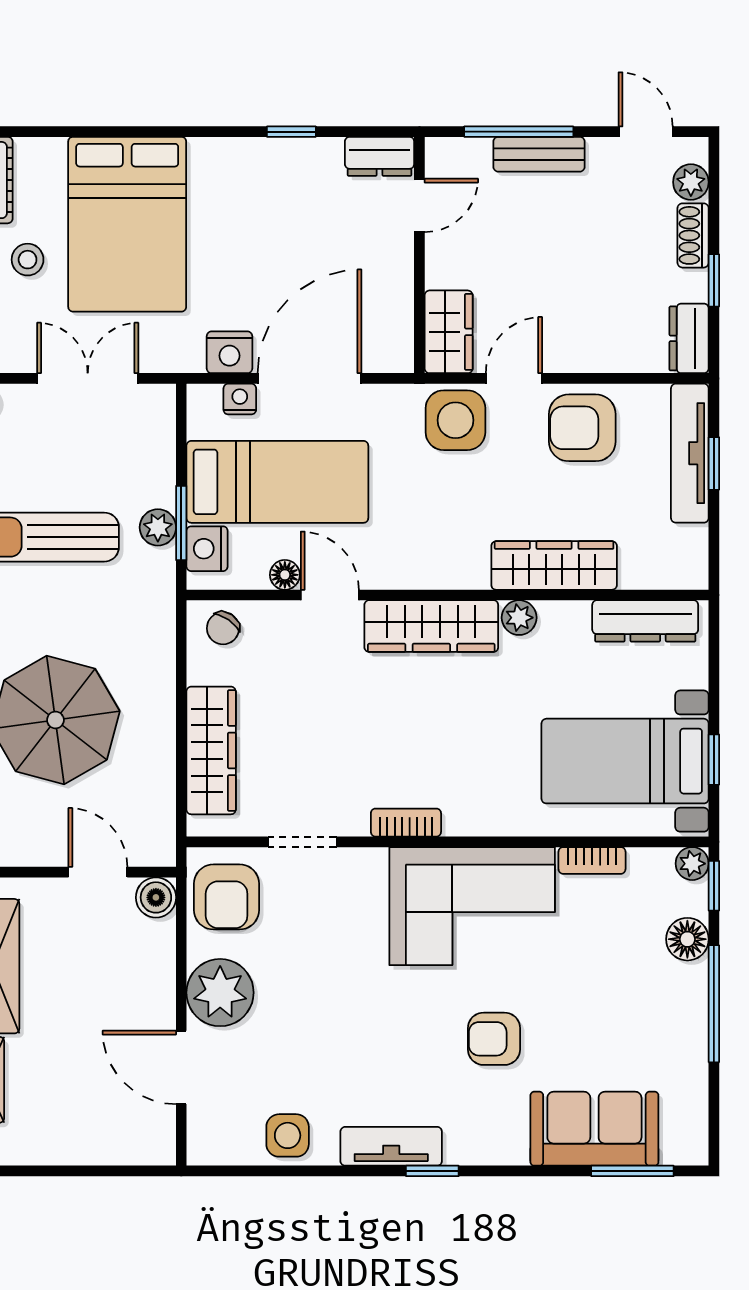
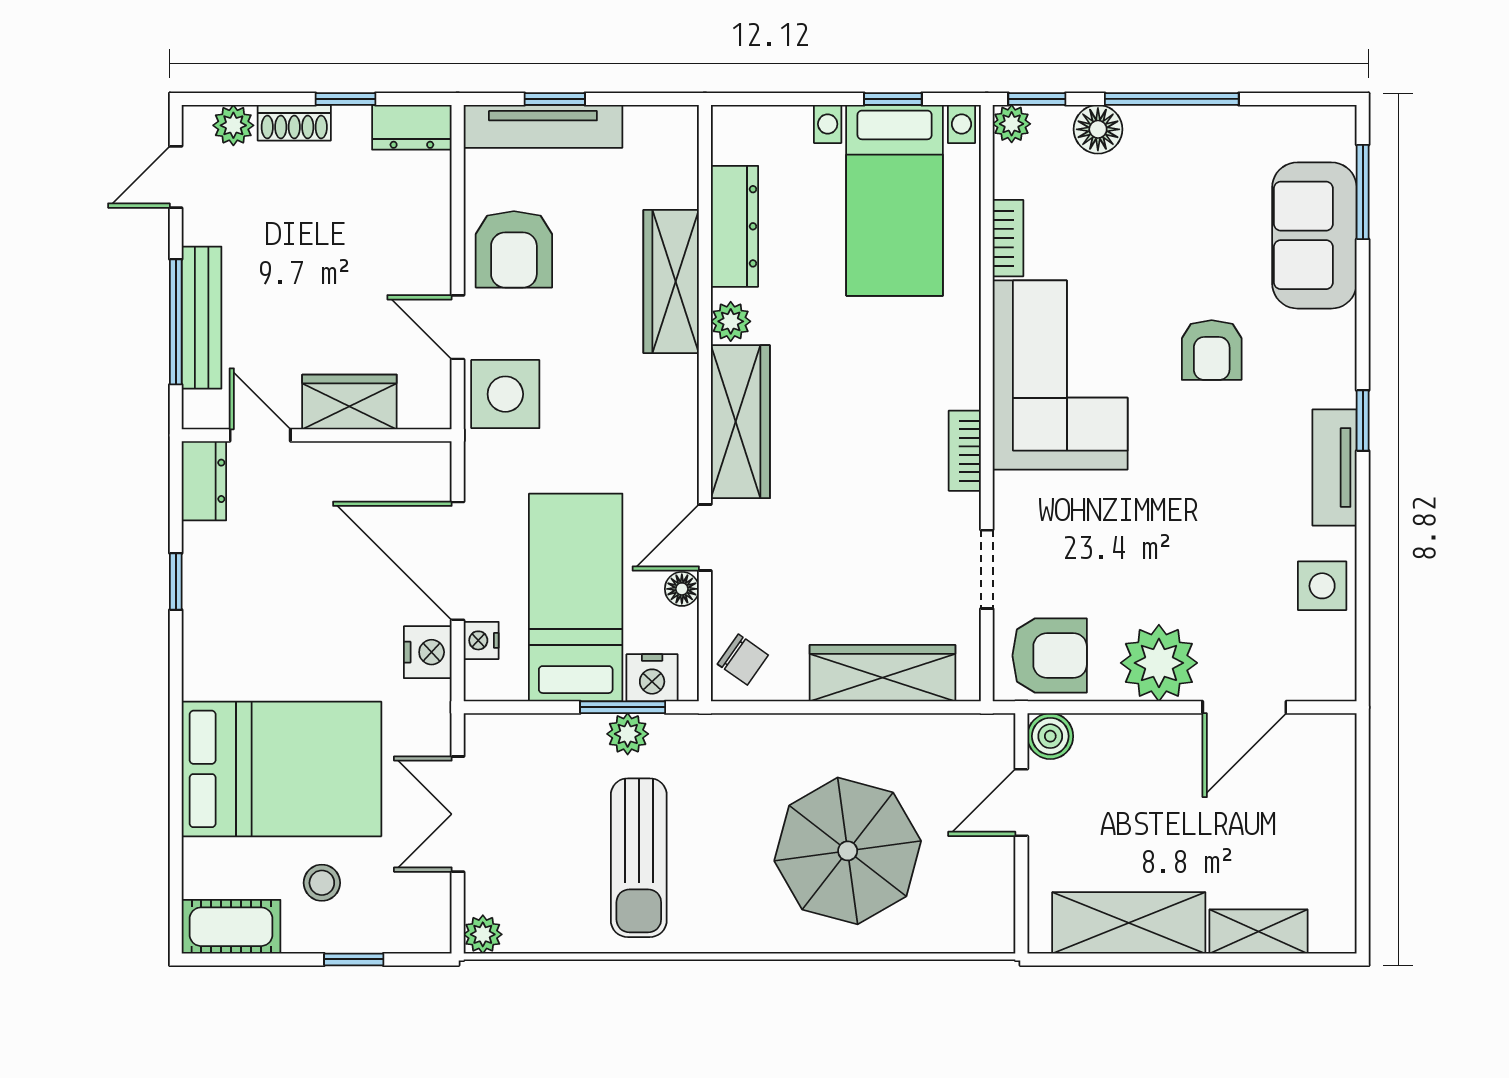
bench: (539, 154) -> (202, 318), width x1.36
wardrobe: (449, 332) -> (349, 402), moved
dresser: (645, 621) -> (734, 226), moved

